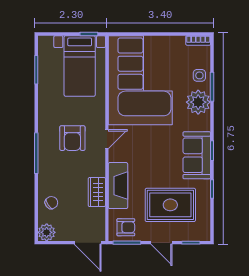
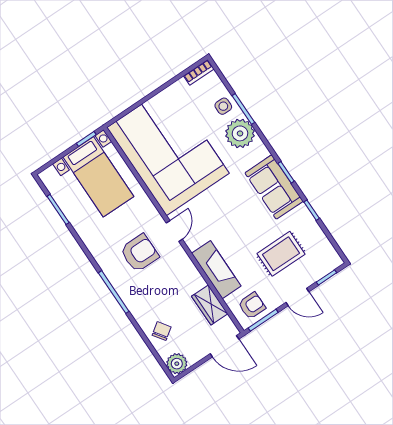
armchair: (72, 138) -> (139, 253), turned -90
wardrobe: (97, 192) -> (210, 305), moved
rug: (170, 205) -> (281, 254), width x0.73, depth x0.70

